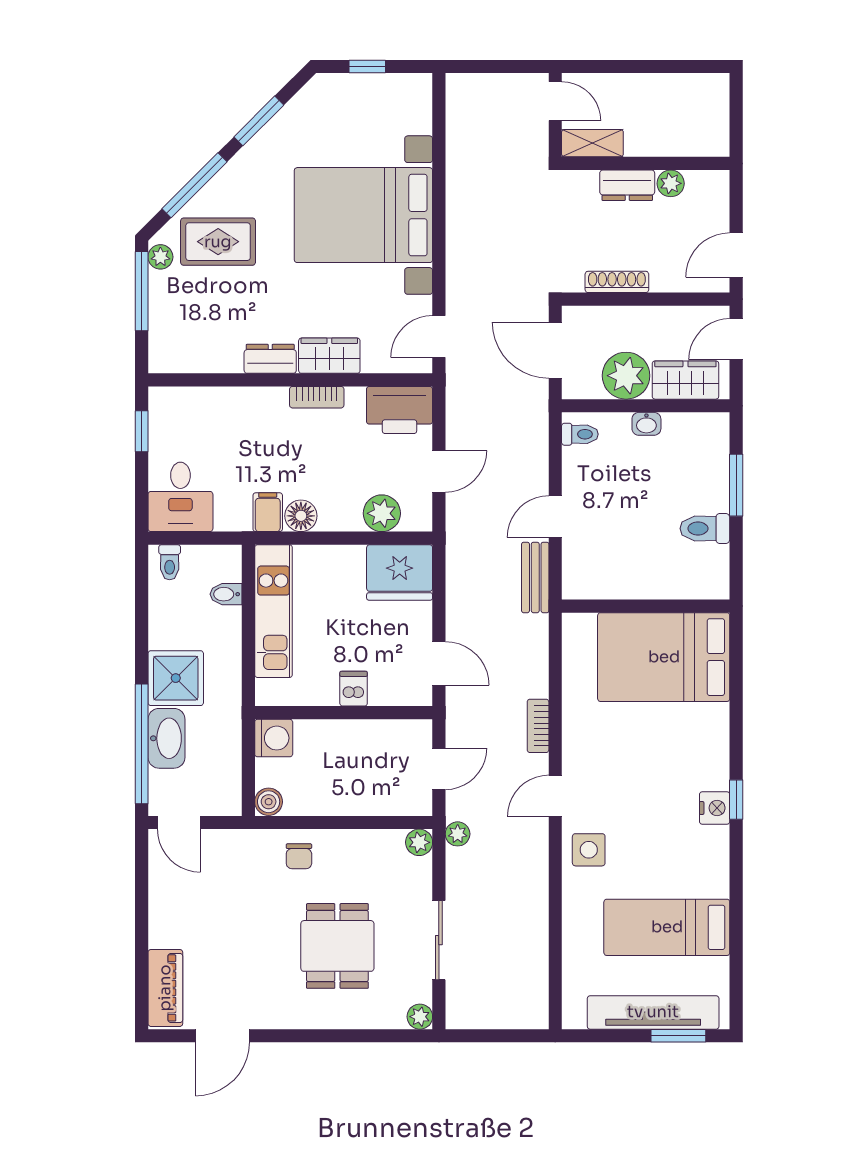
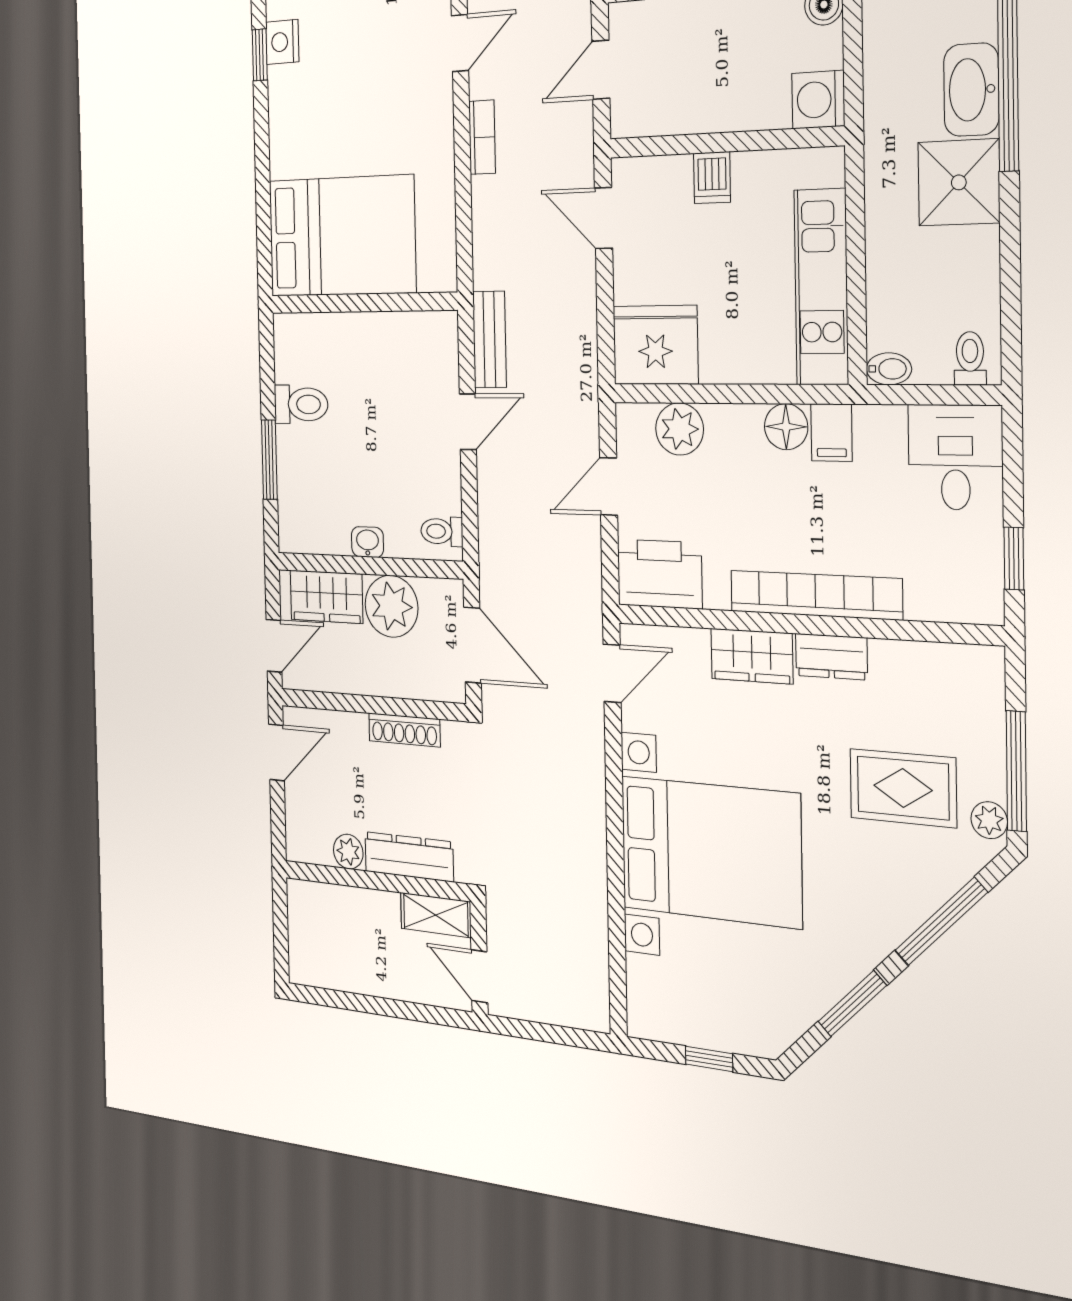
dresser: (627, 185) -> (409, 857), width x1.44
rug: (218, 242) -> (903, 788), moved
bookcase: (317, 397) -> (815, 595), width x2.31, depth x1.31
bidet: (226, 594) -> (889, 369), moved

